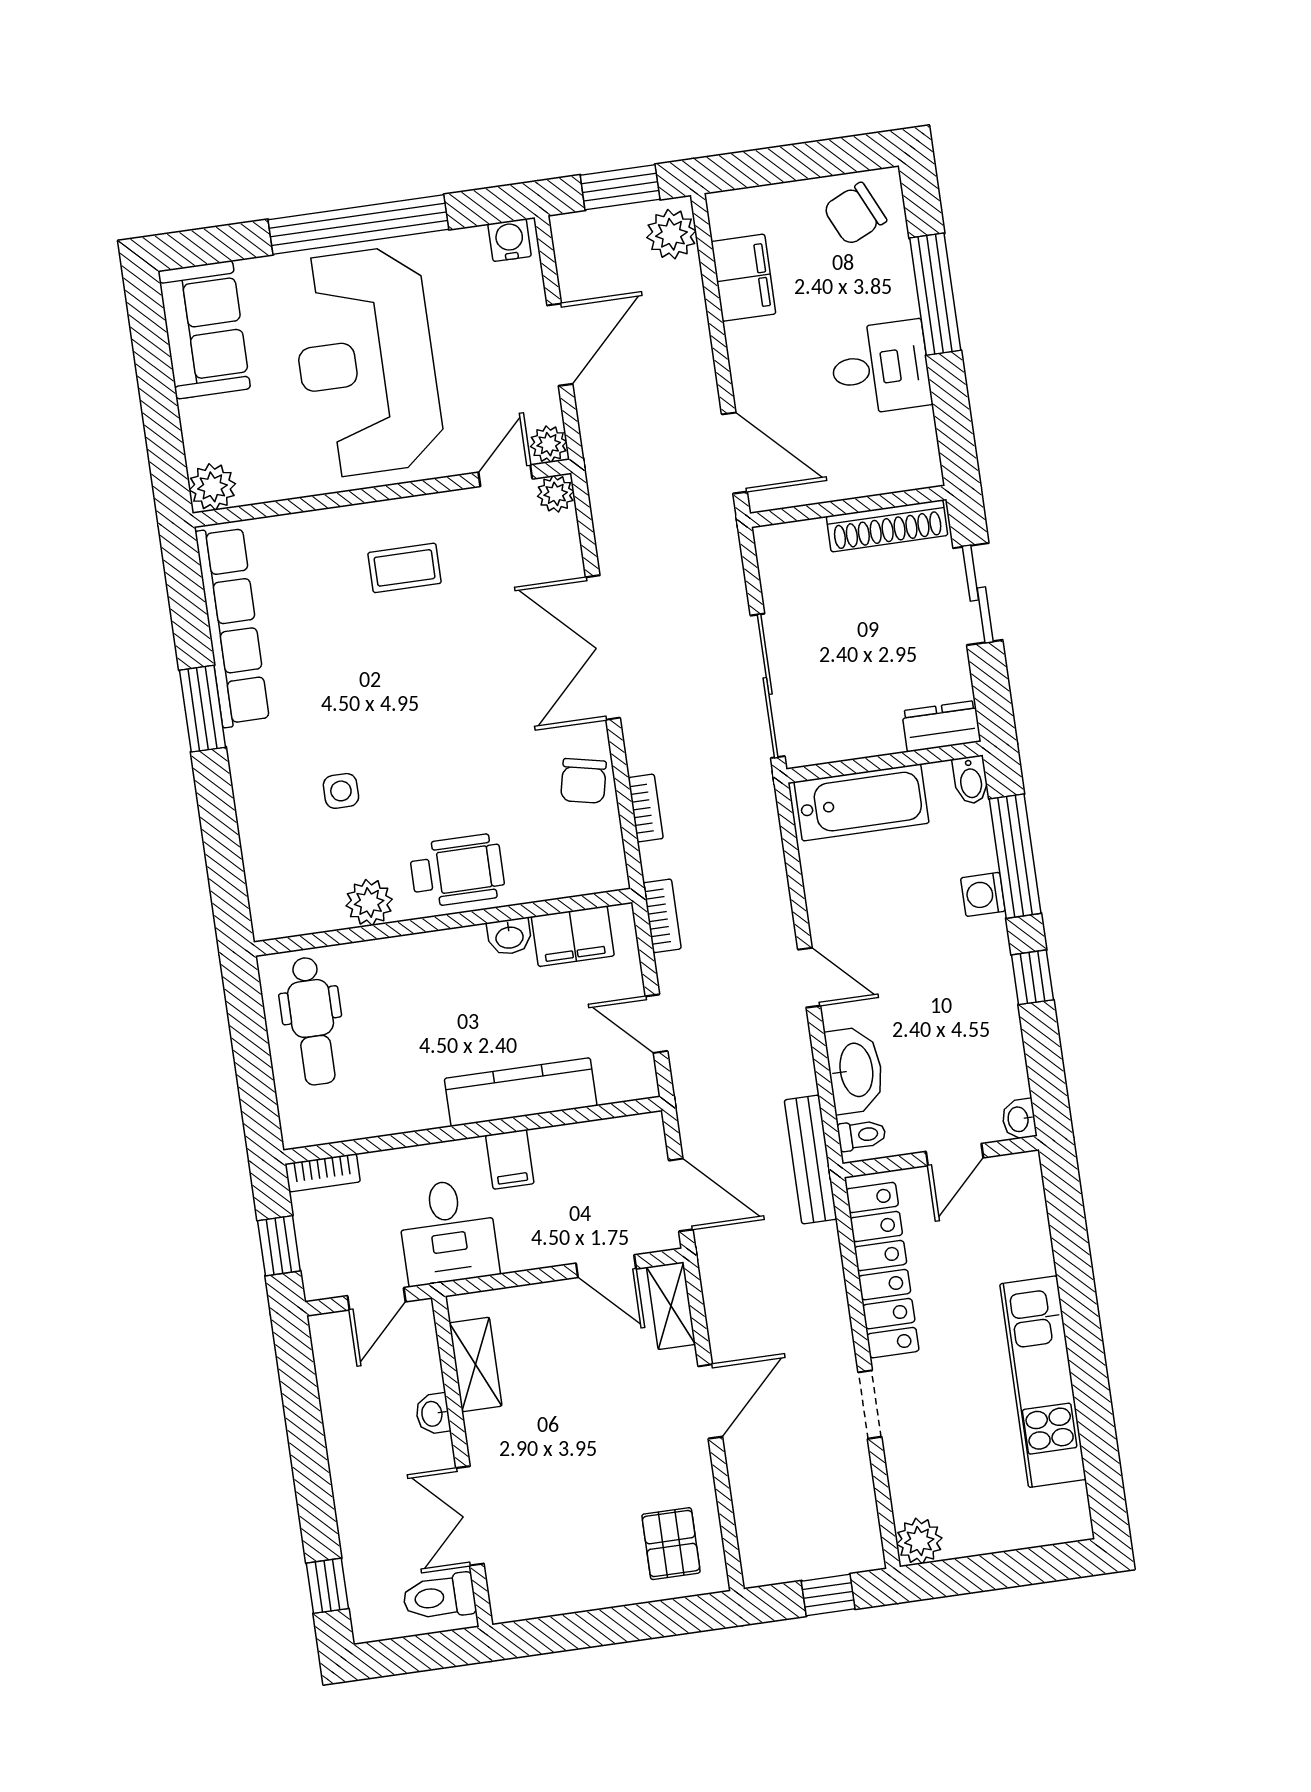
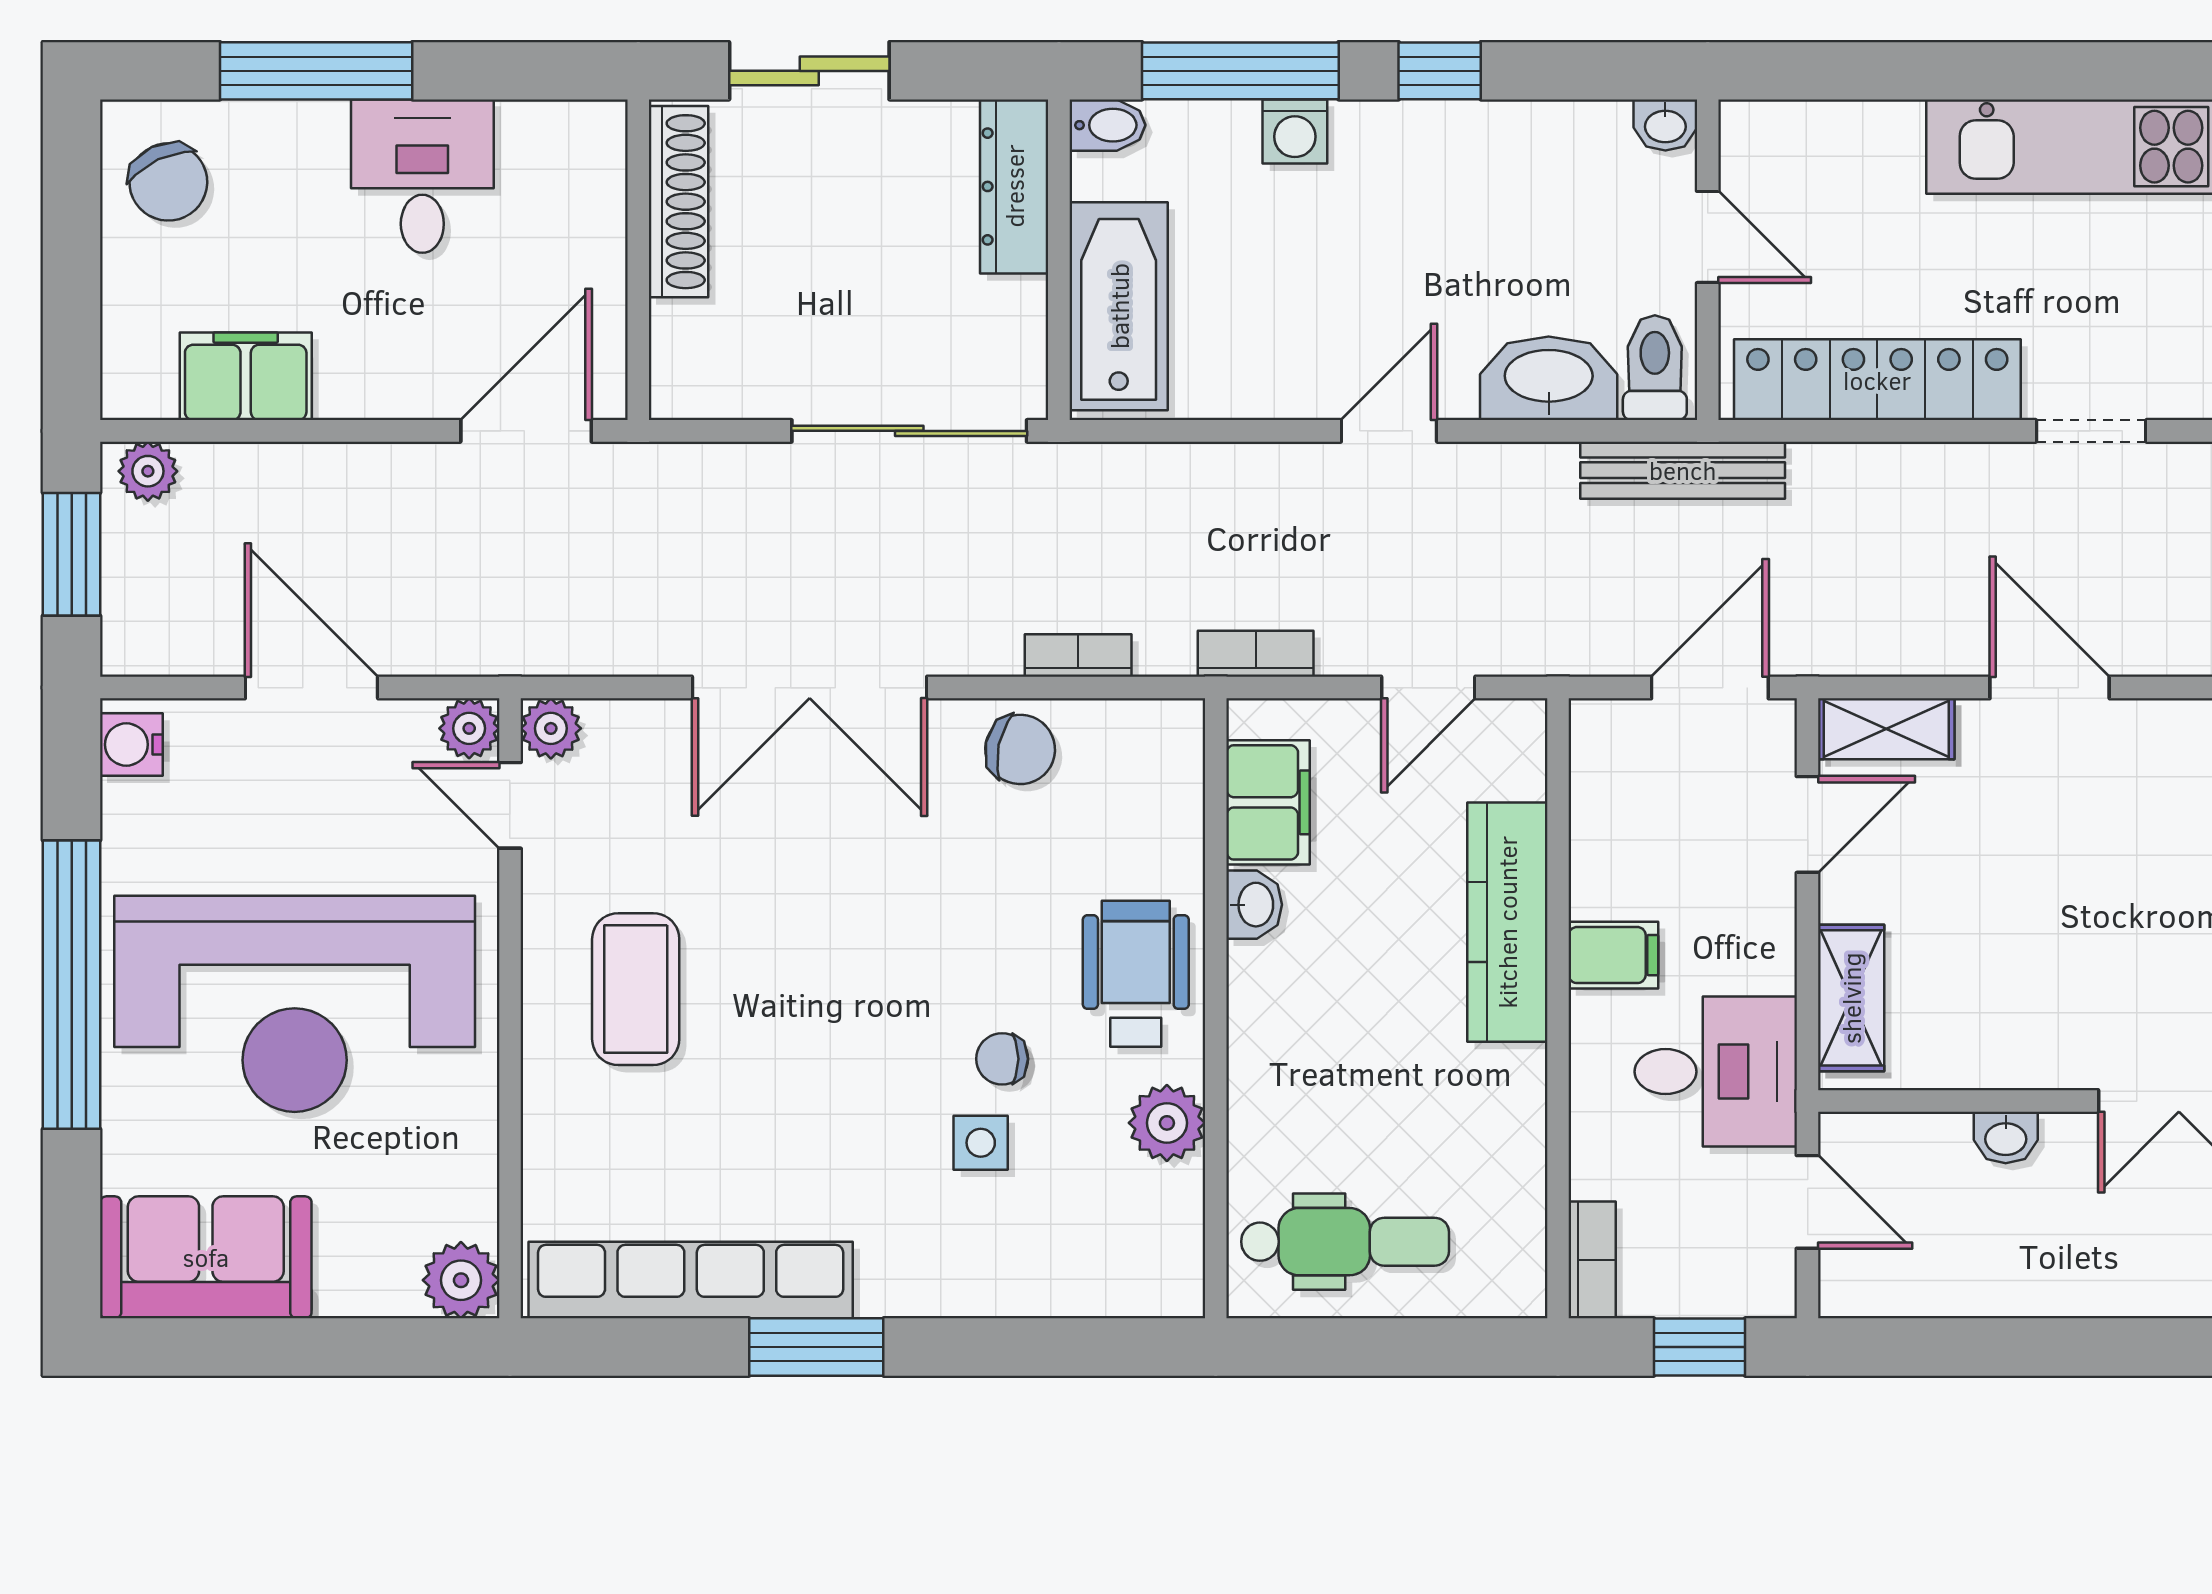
plant: (671, 234) -> (148, 471), width x0.73, depth x0.73
coffee table: (405, 568) -> (636, 989), width x1.36, depth x1.30
dresser: (941, 726) -> (1014, 186), width x1.44
chair: (394, 797) -> (1002, 1059), added
toilet: (862, 1135) -> (1655, 368), width x1.37, depth x1.39
shelving: (476, 1364) -> (1851, 998), moved, turned 90

